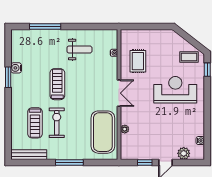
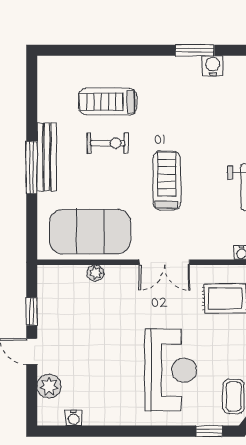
treadmill: (57, 84) -> (167, 181), moved, turned -90
exercise bike: (57, 123) -> (108, 143), width x0.73, depth x0.72
bench: (29, 155) -> (47, 157), moved

